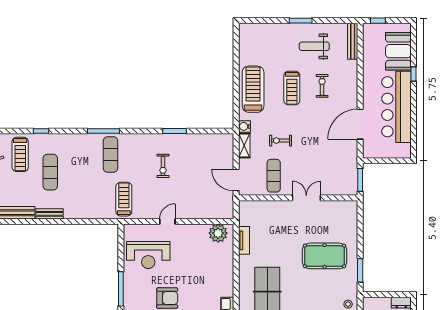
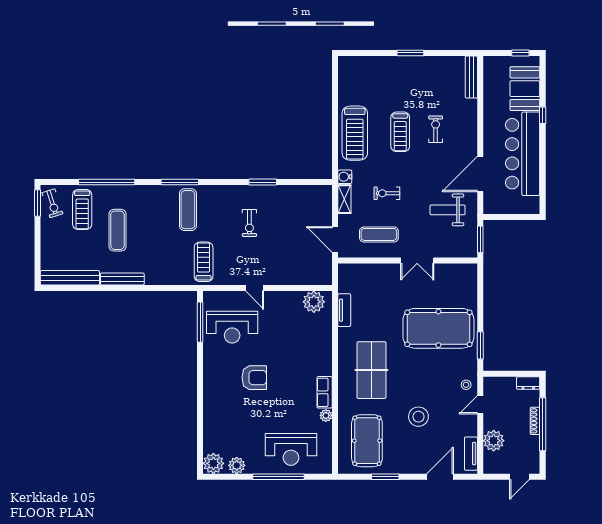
window: (378, 21) -> (520, 53), moved
weight bench: (314, 46) -> (448, 210), moved
treadmill: (253, 89) -> (355, 133), turned 180
window: (41, 131) -> (107, 182), width x3.17
exercise mat: (274, 176) -> (379, 234), turned 90
double door: (306, 198) -> (417, 260), swing flipped
bench: (49, 214) -> (122, 279), width x1.36
door: (167, 221) -> (255, 288), swing flipped
pool table: (325, 256) -> (438, 328), width x1.36, depth x1.32
window: (121, 289) -> (200, 322), moved

